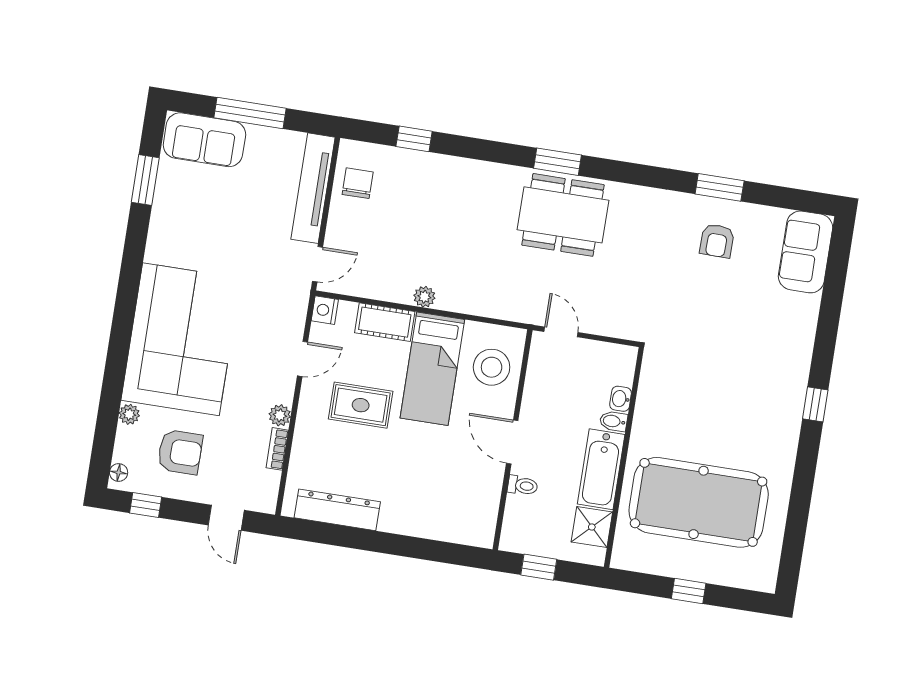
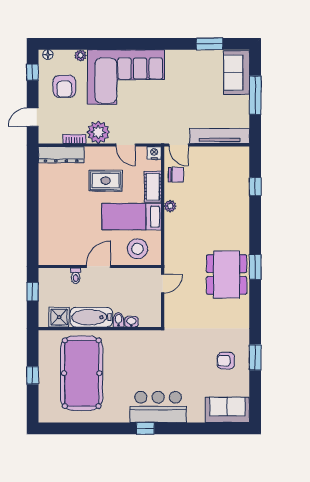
chair: (358, 183) -> (176, 175), moved
bar counter: (781, 375) -> (158, 407), added
rug: (361, 405) -> (106, 181), turned 90
plant: (280, 415) -> (98, 132), width x1.87, depth x1.87
dresser: (337, 510) -> (61, 155), moved, turned 90

